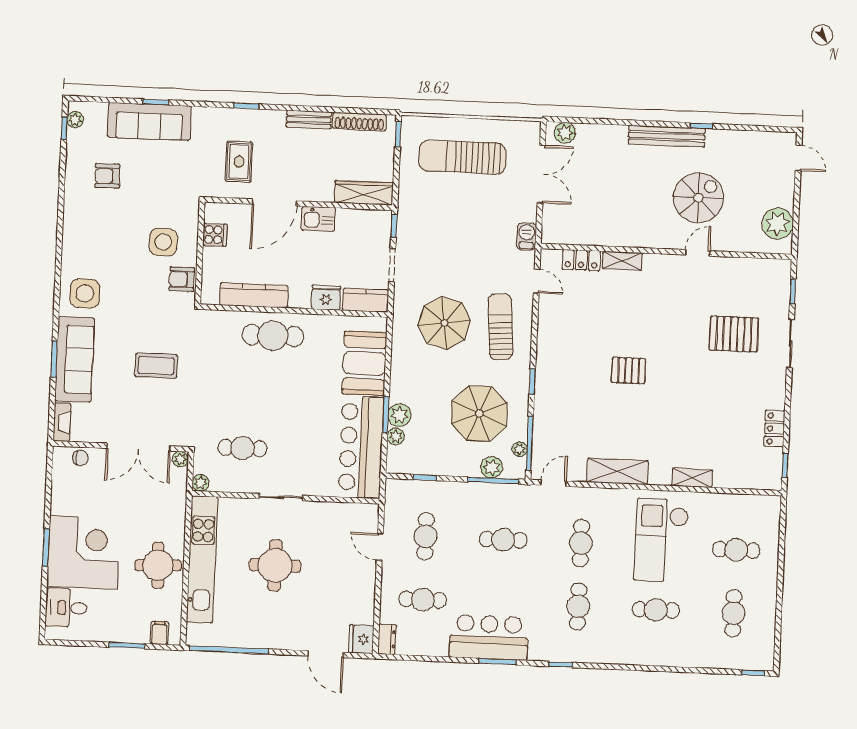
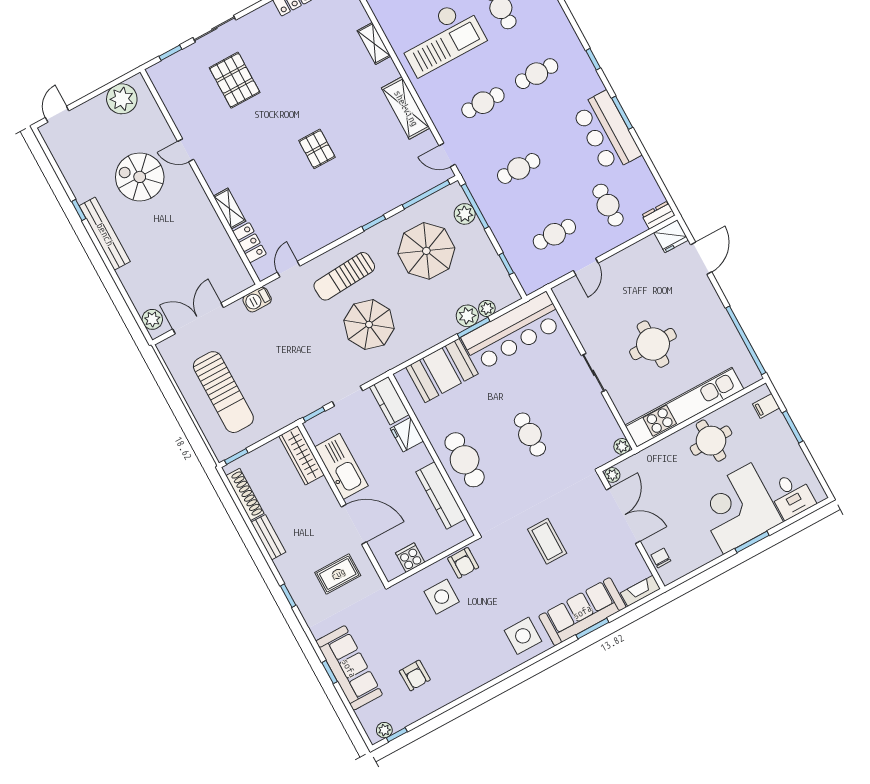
kitchen sink: (318, 219) -> (341, 466), width x1.87, depth x1.24
cafe table: (242, 448) -> (530, 434), moved
plant: (520, 449) -> (436, 200), removed
cafe table: (503, 540) -> (519, 168), turned 90

